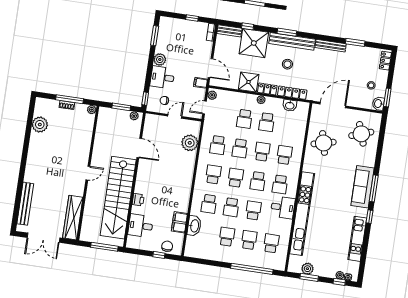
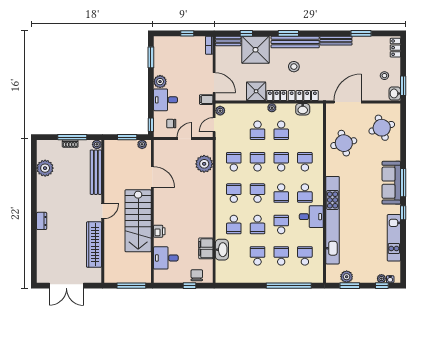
school desk: (218, 145) -> (234, 162), turned 180
school desk: (240, 148) -> (257, 162), turned 180
dresser: (29, 174) -> (42, 221), added
stairs: (118, 198) -> (138, 221), width x0.73
bench: (25, 204) -> (96, 172), moved
wardrobe: (73, 218) -> (94, 245), moved

